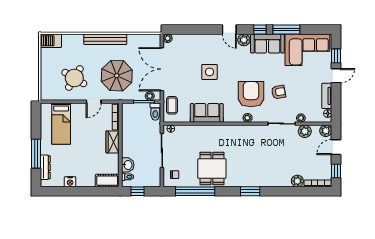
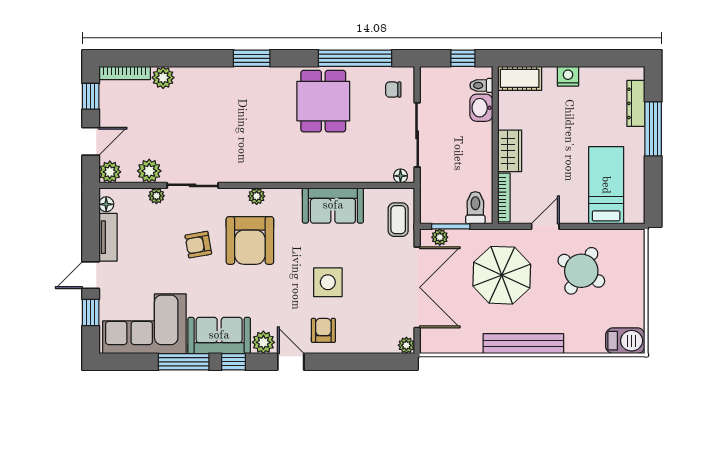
armchair: (212, 46) -> (323, 330), added
toilet: (155, 112) -> (475, 208), moved
nightstand: (70, 182) -> (568, 76), moved

